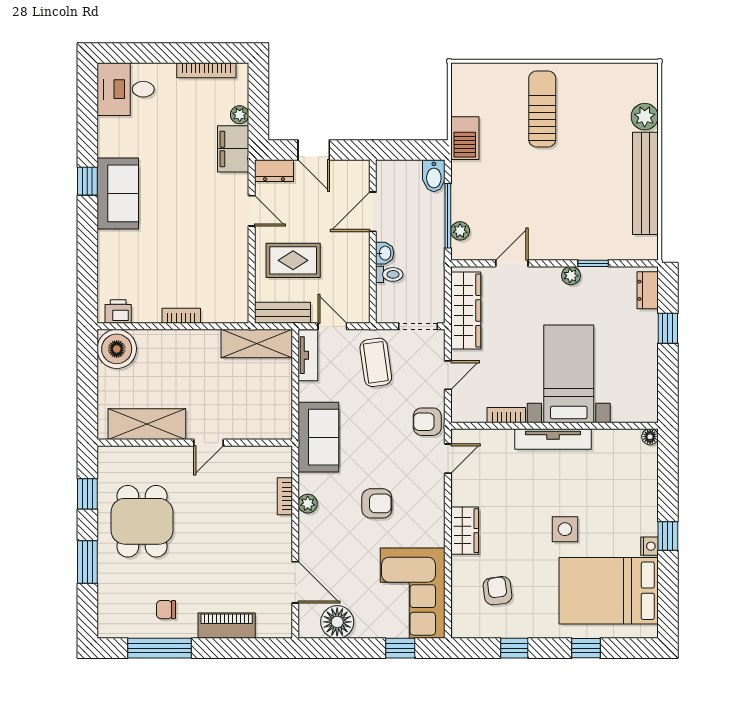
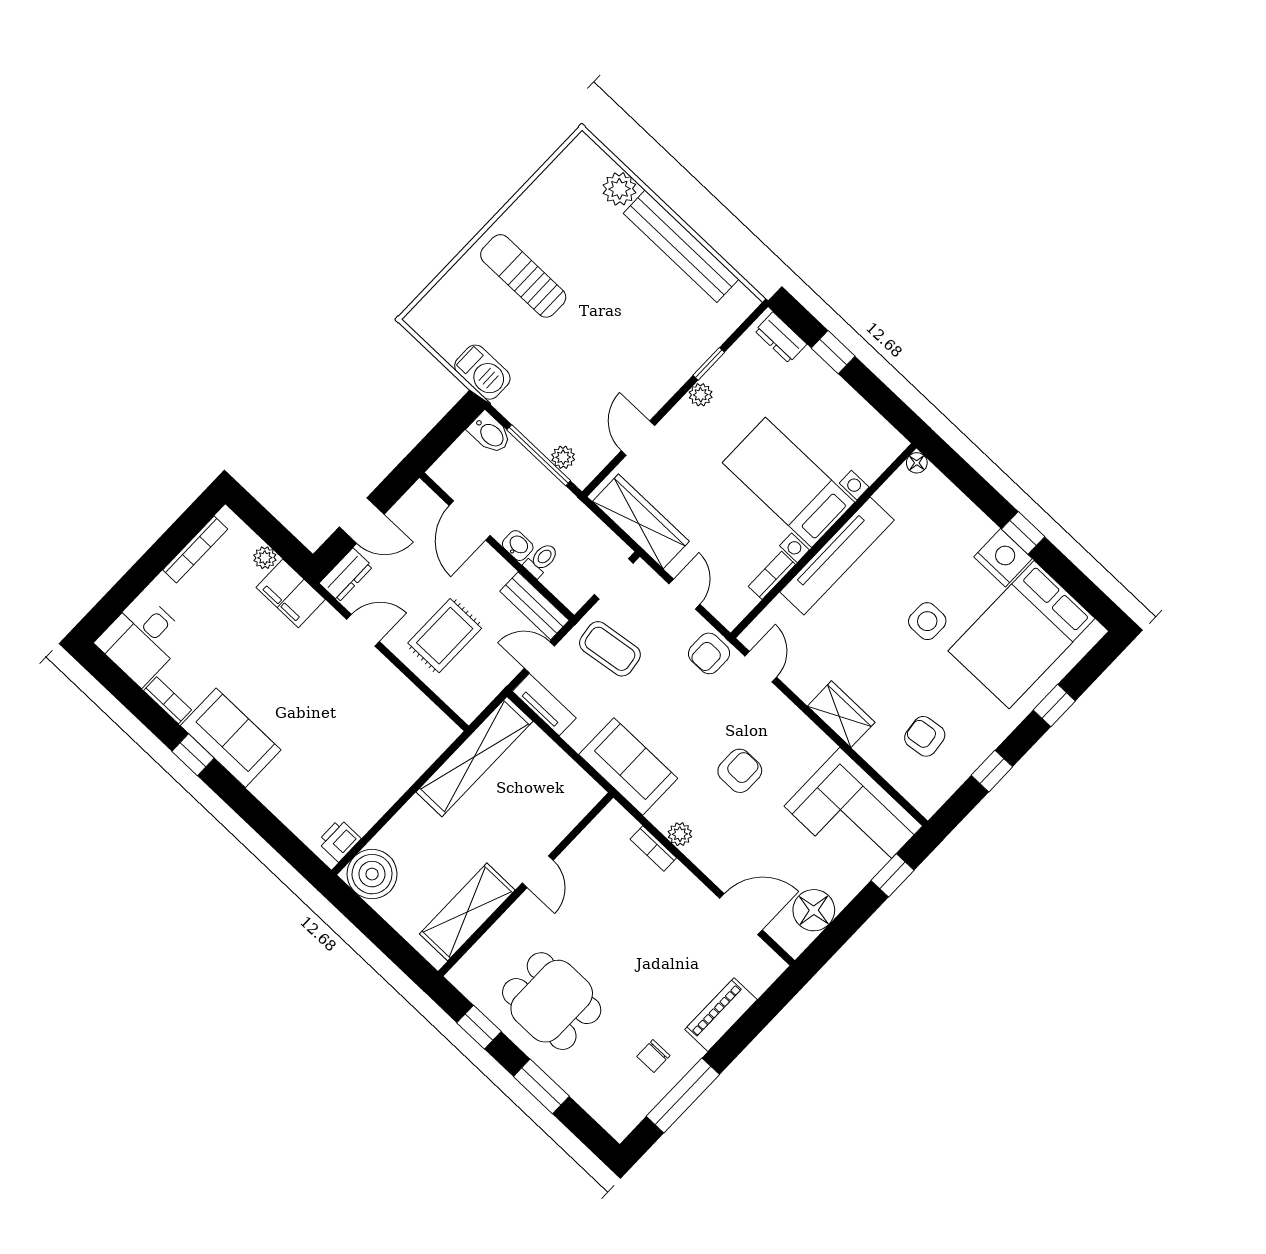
bench: (282, 313) -> (534, 606), moved, turned 90
bookcase: (181, 316) -> (167, 700), moved, turned 90
shelving: (257, 344) -> (474, 757), width x1.47
tv unit: (553, 439) -> (837, 556), width x1.36, depth x1.29
nightstand: (649, 546) -> (1003, 558), width x1.89, depth x1.79

